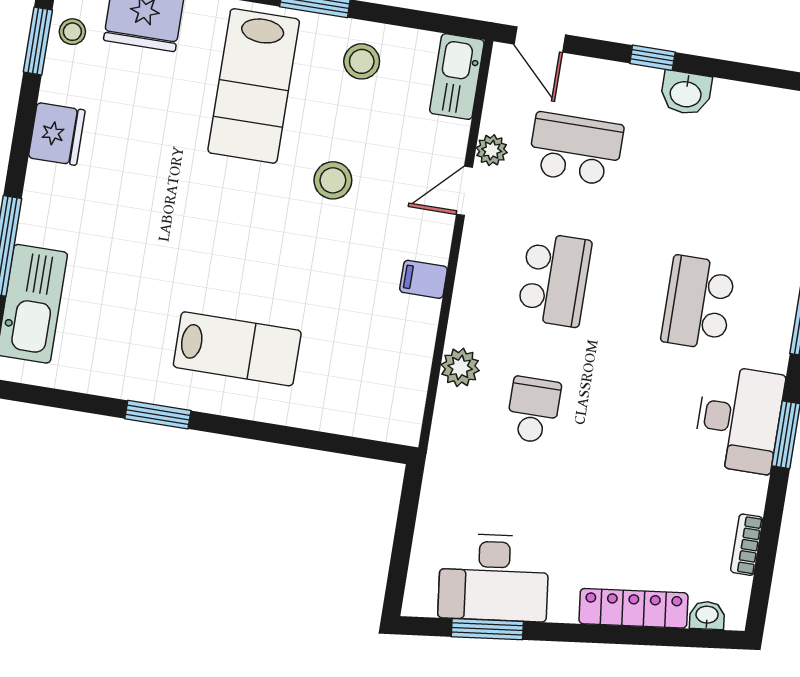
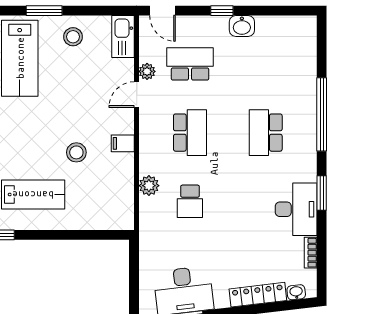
stool: (333, 180) -> (76, 152), moved
school desk: (533, 410) -> (190, 201), turned 180
desk: (739, 419) -> (296, 209), moved

